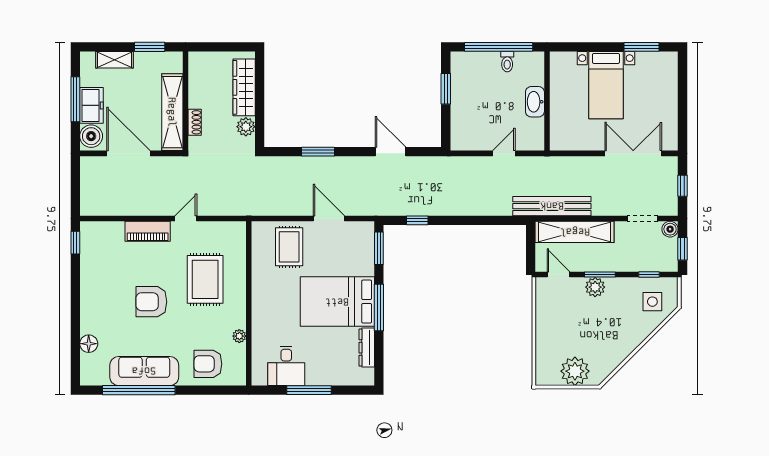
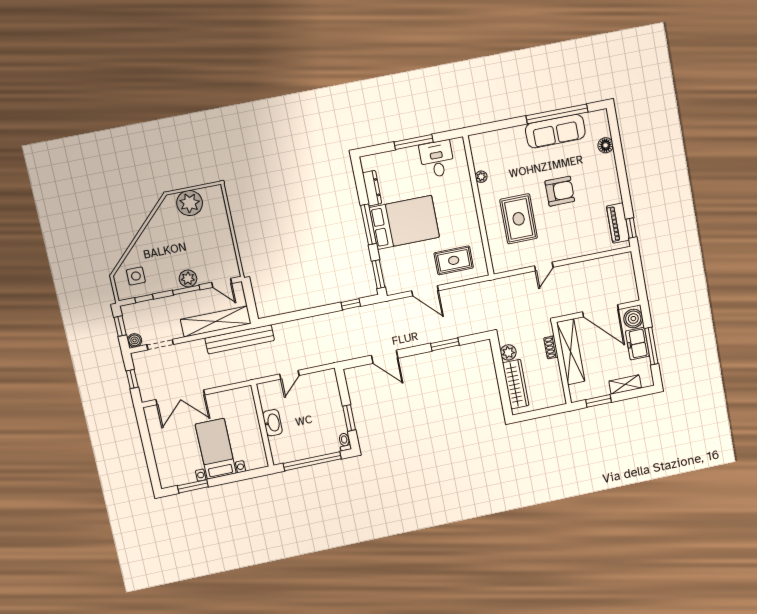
toilet: (507, 62) -> (345, 442), moved
piano: (148, 231) -> (618, 223), moved, turned -90
rug: (289, 247) -> (454, 260), turned 90
armchair: (208, 364) -> (503, 148), removed

